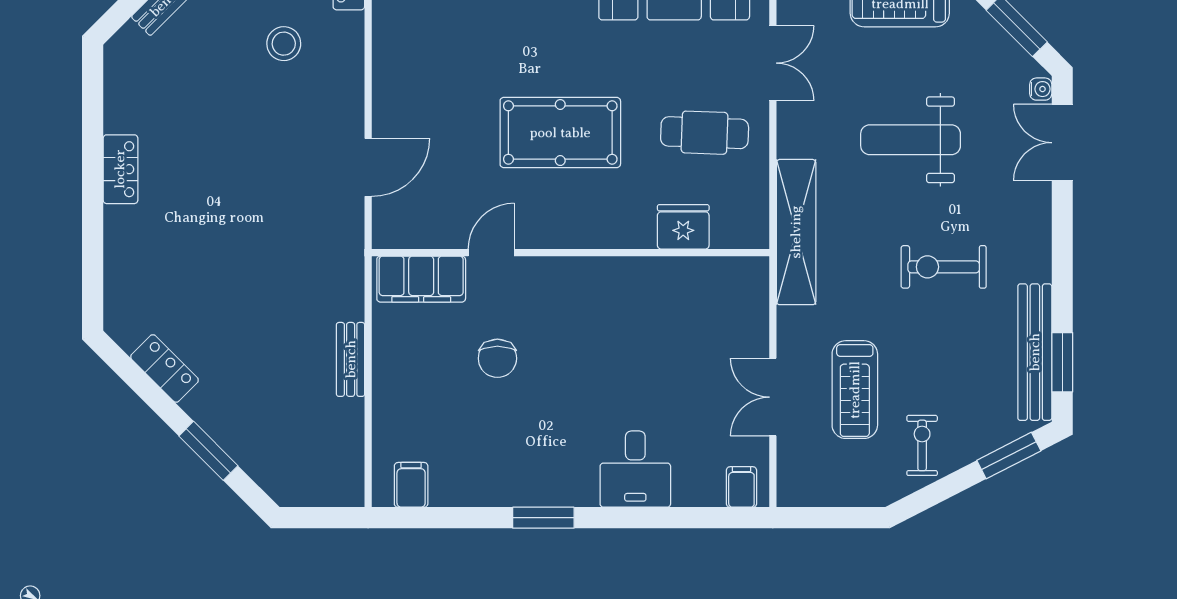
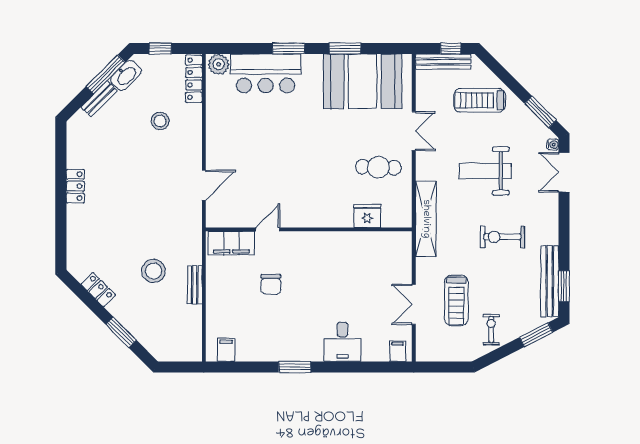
pool table: (560, 133) -> (304, 167), removed
stool: (271, 333) -> (154, 271), added

